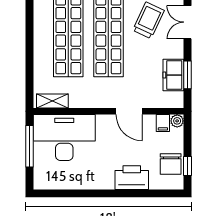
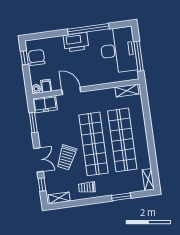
freezer: (173, 75) -> (45, 104), moved, turned 90
desk: (64, 138) -> (118, 50), moved, turned -90
printer: (132, 178) -> (76, 42), moved
window: (94, 193) -> (88, 29), added

